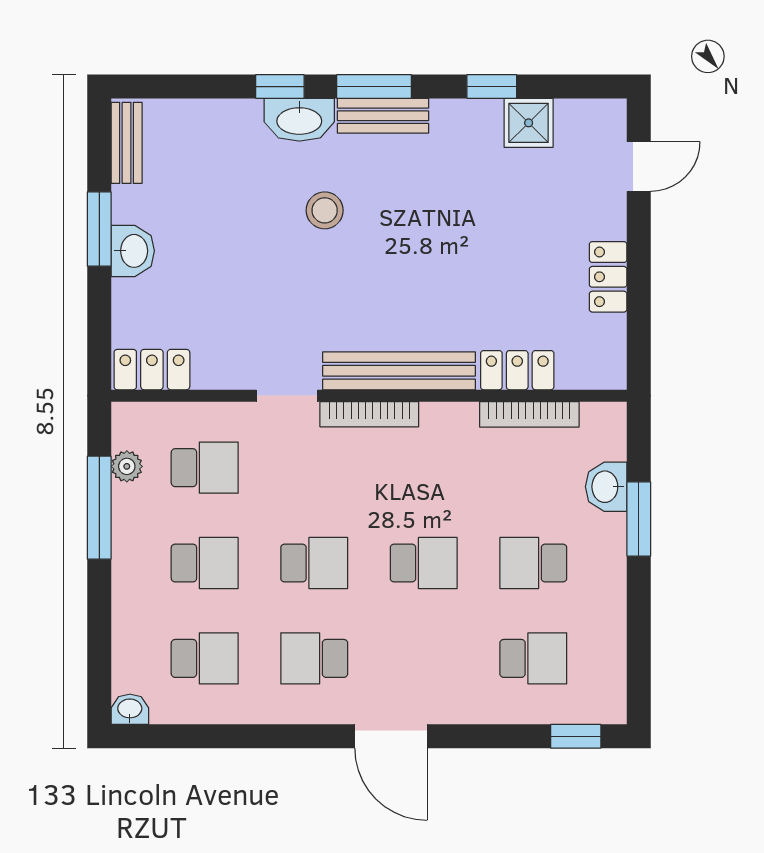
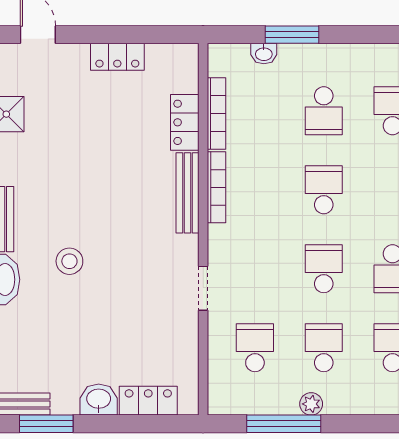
window: (99, 229) -> (46, 424), moved
locker: (152, 370) -> (148, 401), moved, turned 90
bench: (399, 371) -> (188, 193), width x0.73, depth x0.82
bookcase: (369, 414) -> (216, 187), moved
plant: (127, 466) -> (311, 404), moved
washbasin: (606, 487) -> (264, 54), width x0.72, depth x0.69

